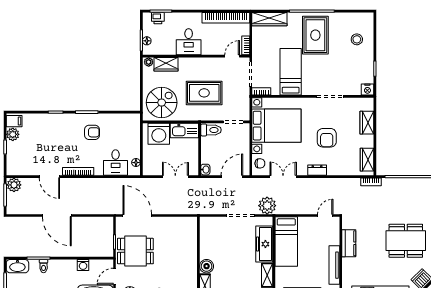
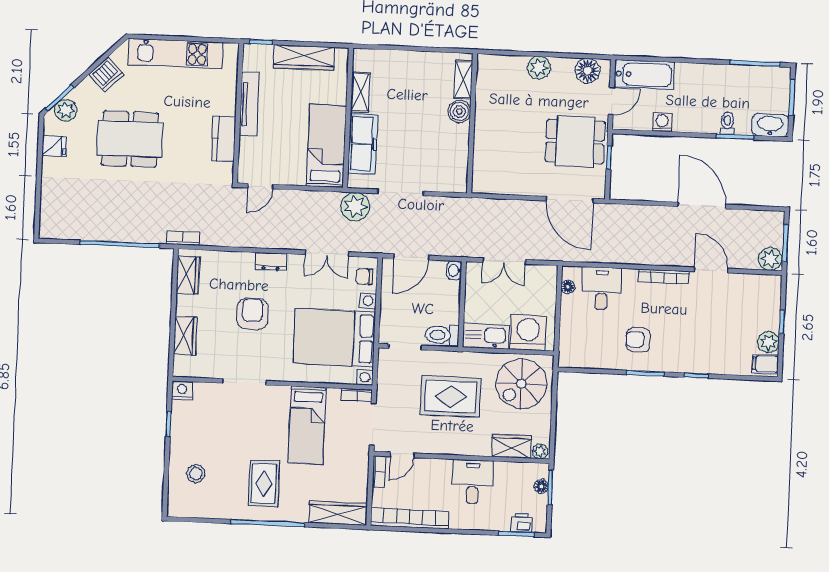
rug: (315, 35) -> (264, 483), width x0.73, depth x0.70

